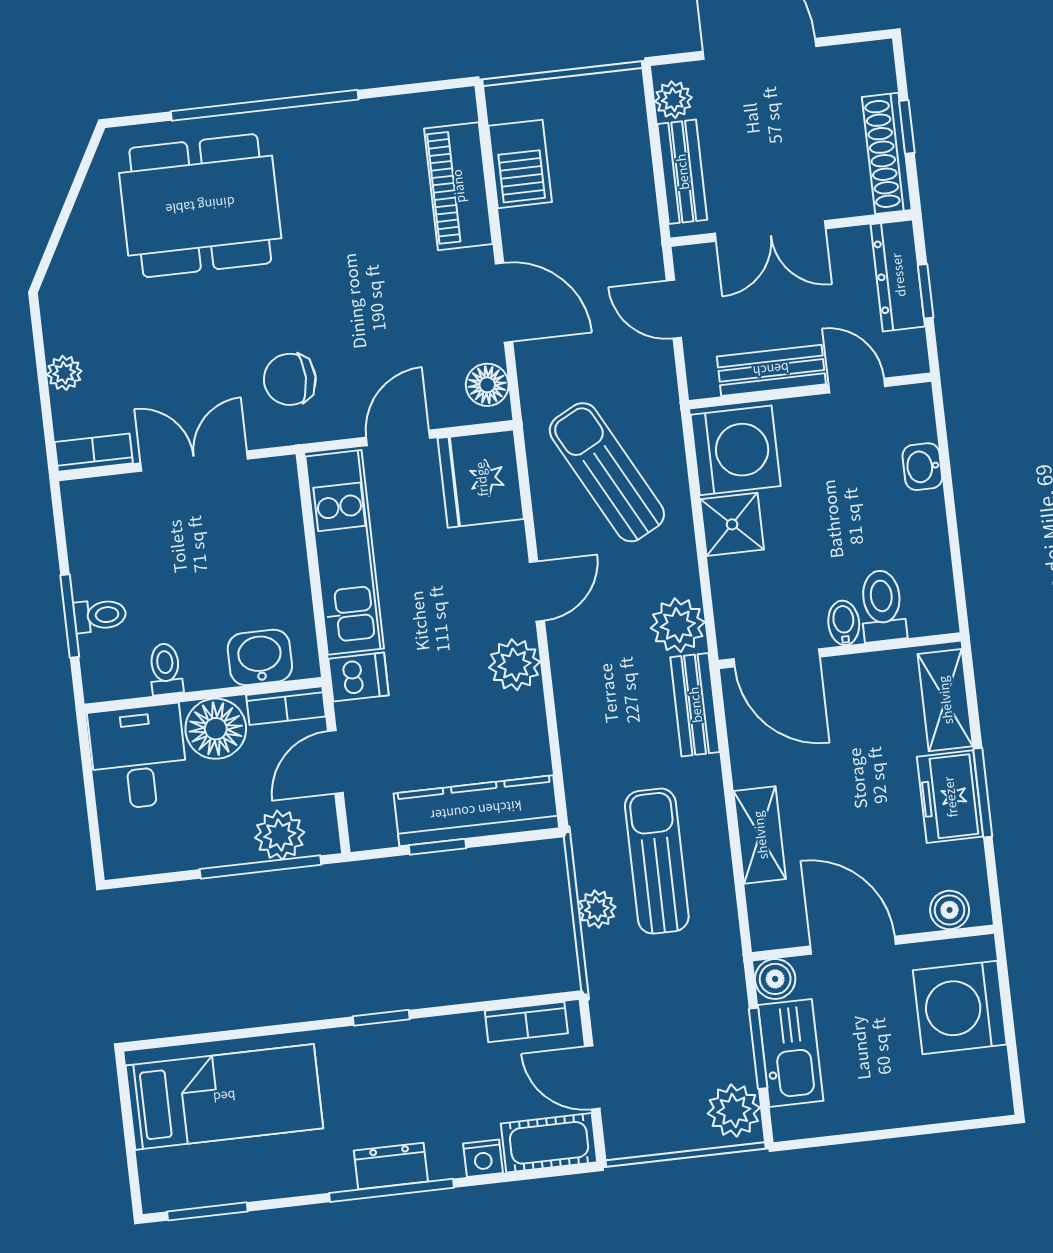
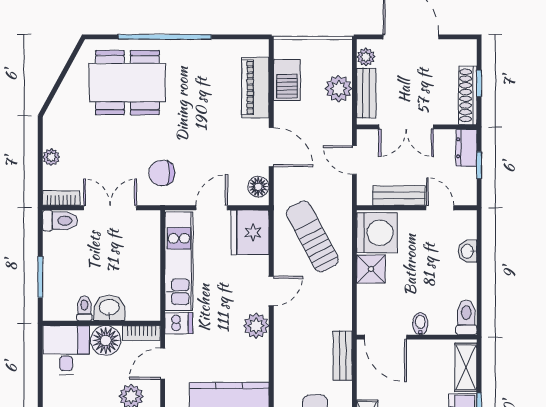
dresser: (898, 275) -> (466, 148), width x0.70
toilet: (882, 606) -> (466, 317), moved
toilet: (100, 615) -> (60, 221), moved, width x1.37, depth x1.39
plant: (678, 625) -> (339, 89), moved
washbasin: (260, 657) -> (109, 308), moved

